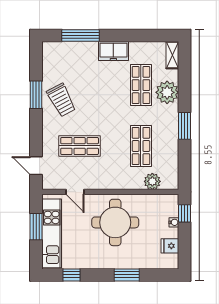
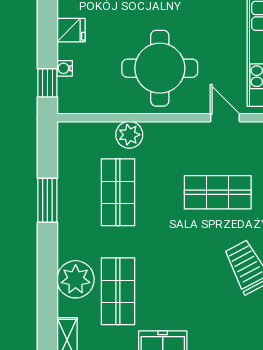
window: (184, 126) -> (47, 200), moved
plant: (152, 181) -> (129, 135), moved

